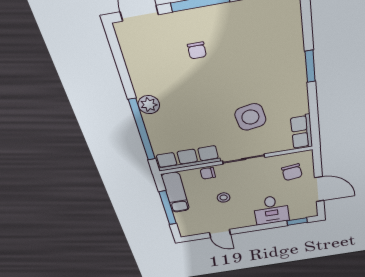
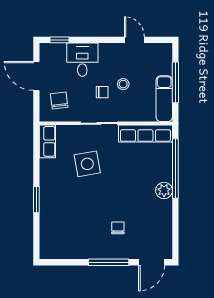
chair: (208, 173) -> (102, 92), moved

